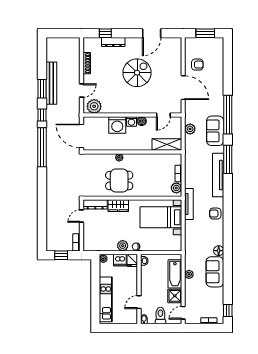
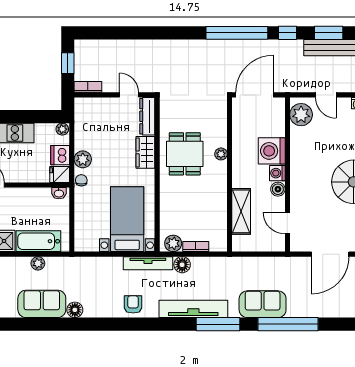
plant: (190, 129) -> (266, 265), removed
shelving: (167, 145) -> (241, 211), moved
floor lamp: (190, 182) -> (182, 265), added

